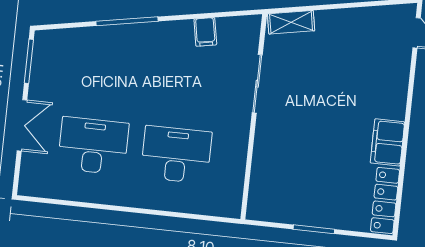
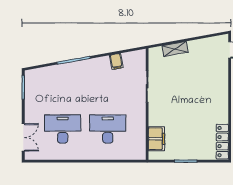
shelving: (291, 22) -> (175, 49), moved
double door: (22, 125) -> (23, 137), moved
filing cabinet: (387, 142) -> (156, 139), moved, turned 180

